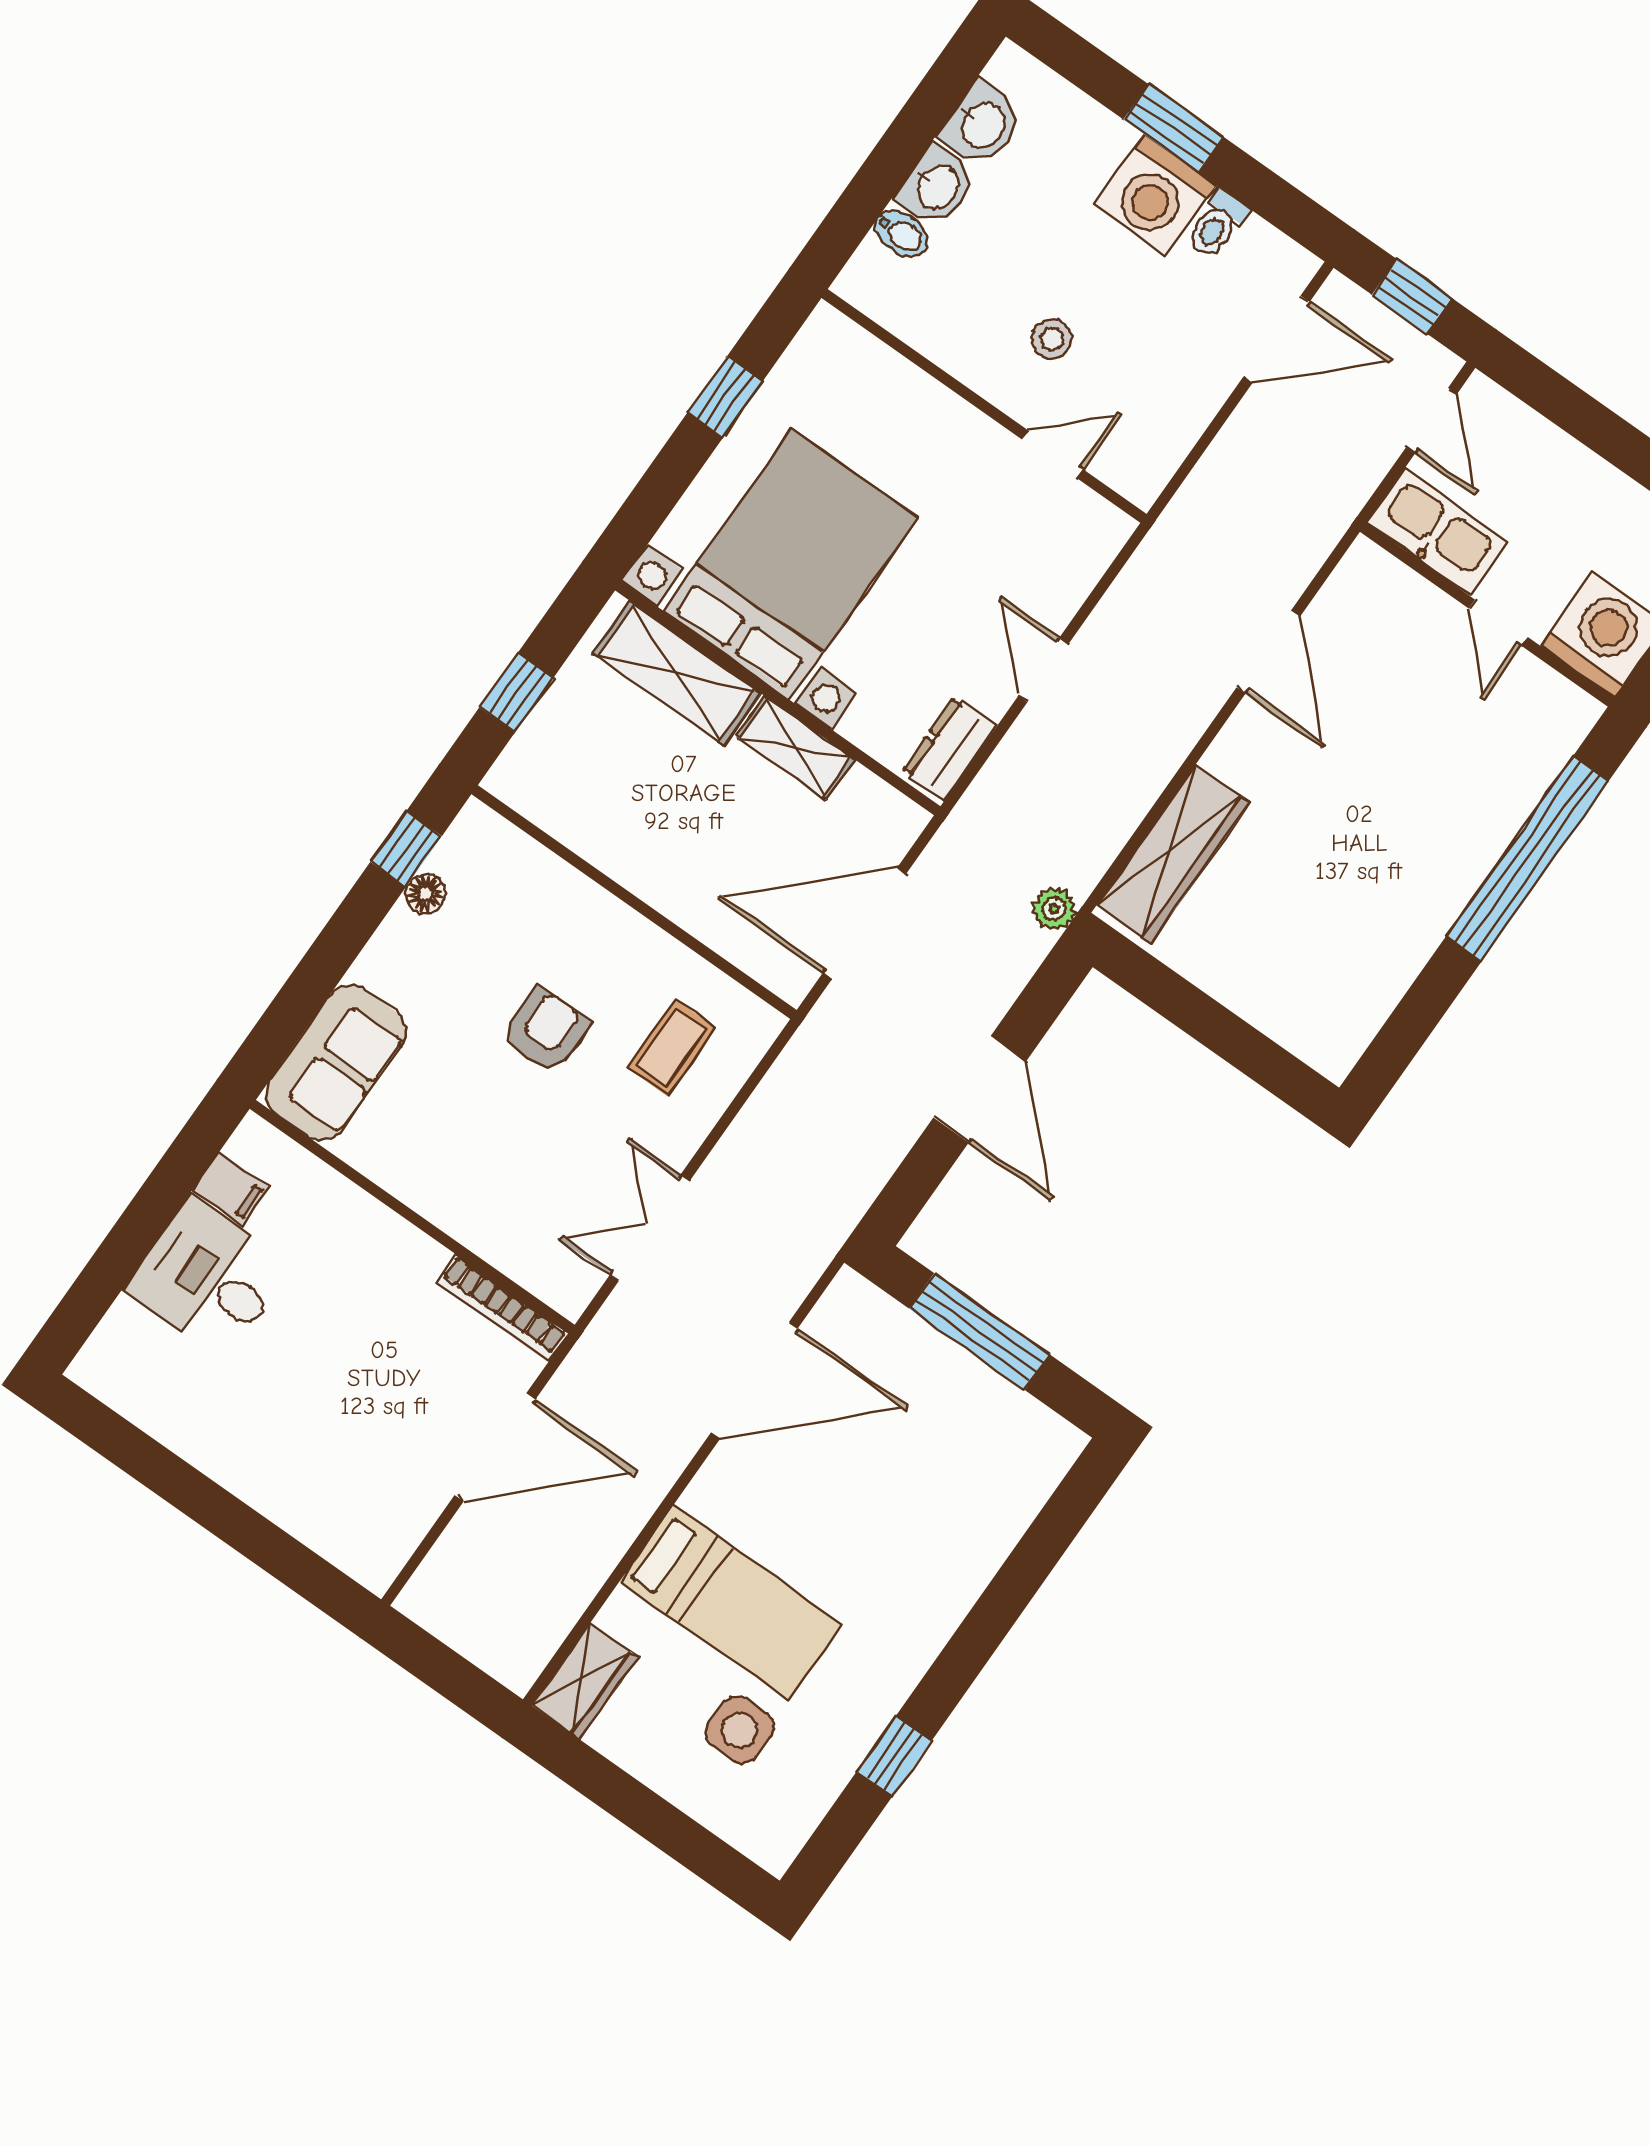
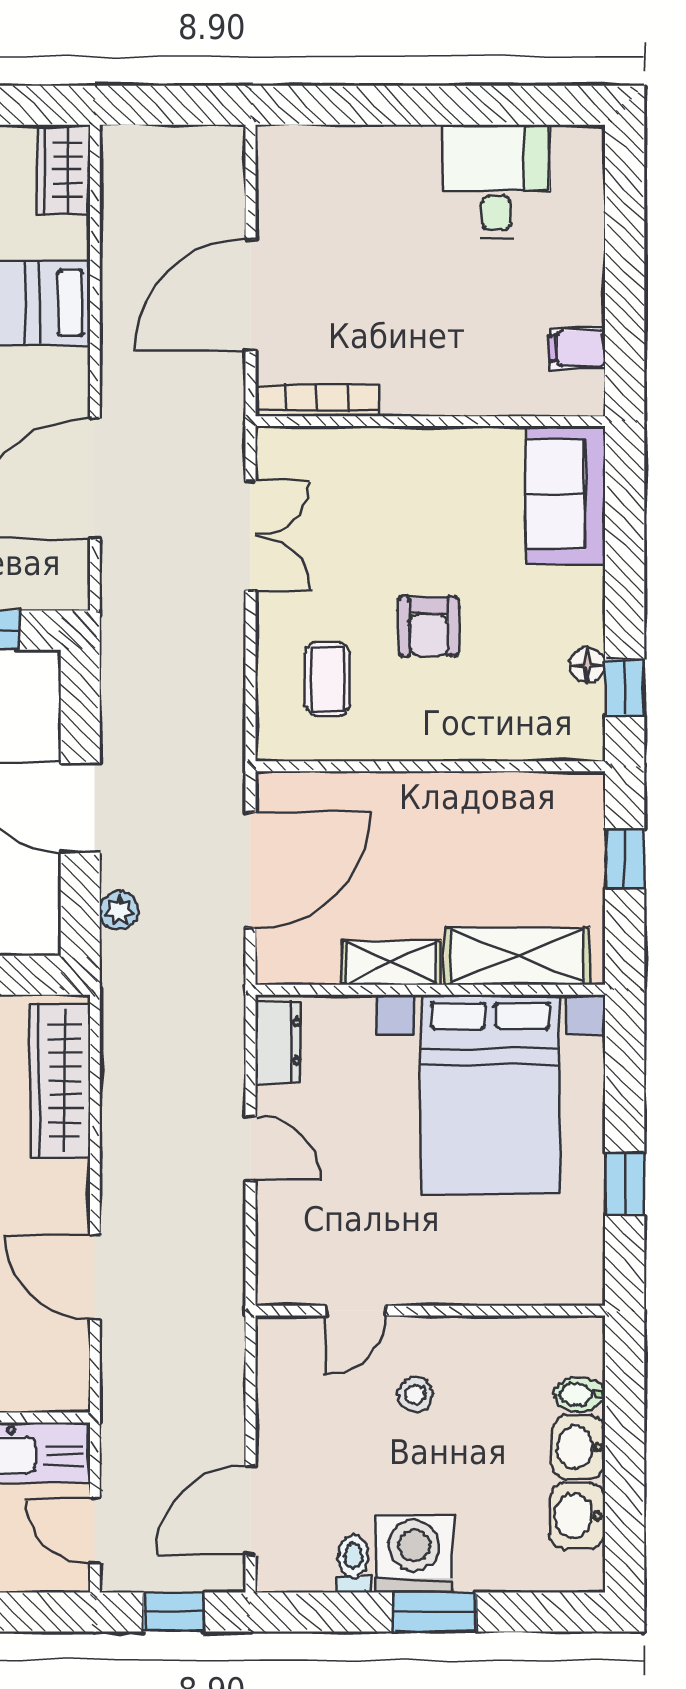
plant: (1054, 909) -> (119, 911), moved
desk: (208, 1278) -> (497, 182), moved, turned -90

